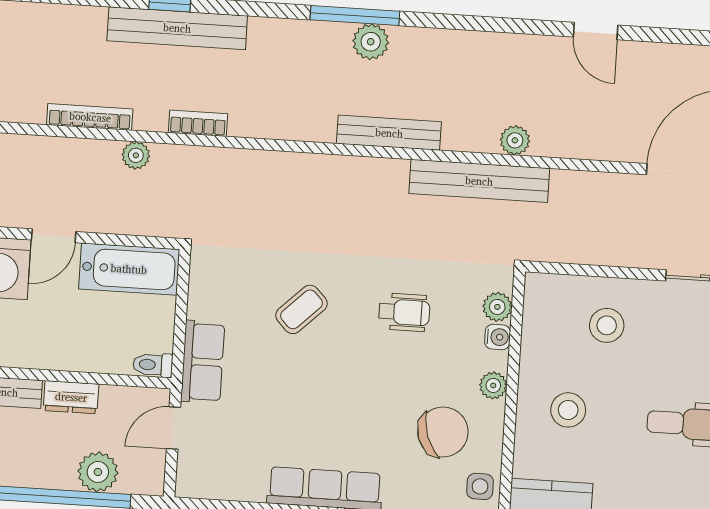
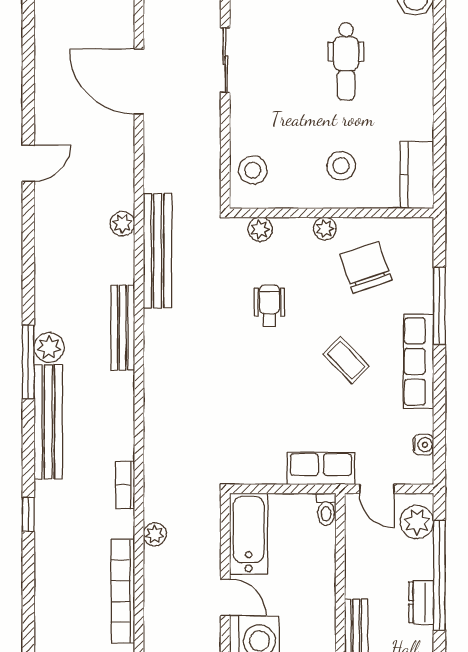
bench: (177, 28) -> (48, 422), moved
bookcase: (90, 117) -> (123, 591), width x1.48, depth x1.31
coffee table: (301, 309) -> (346, 360), moved
stool: (607, 325) -> (253, 170), moved
water cooler: (498, 337) -> (423, 445), moved, turned 90
dresser: (71, 397) -> (421, 602), moved, turned 180
plant: (98, 472) -> (417, 522), moved
side table: (480, 486) -> (409, 234), removed

